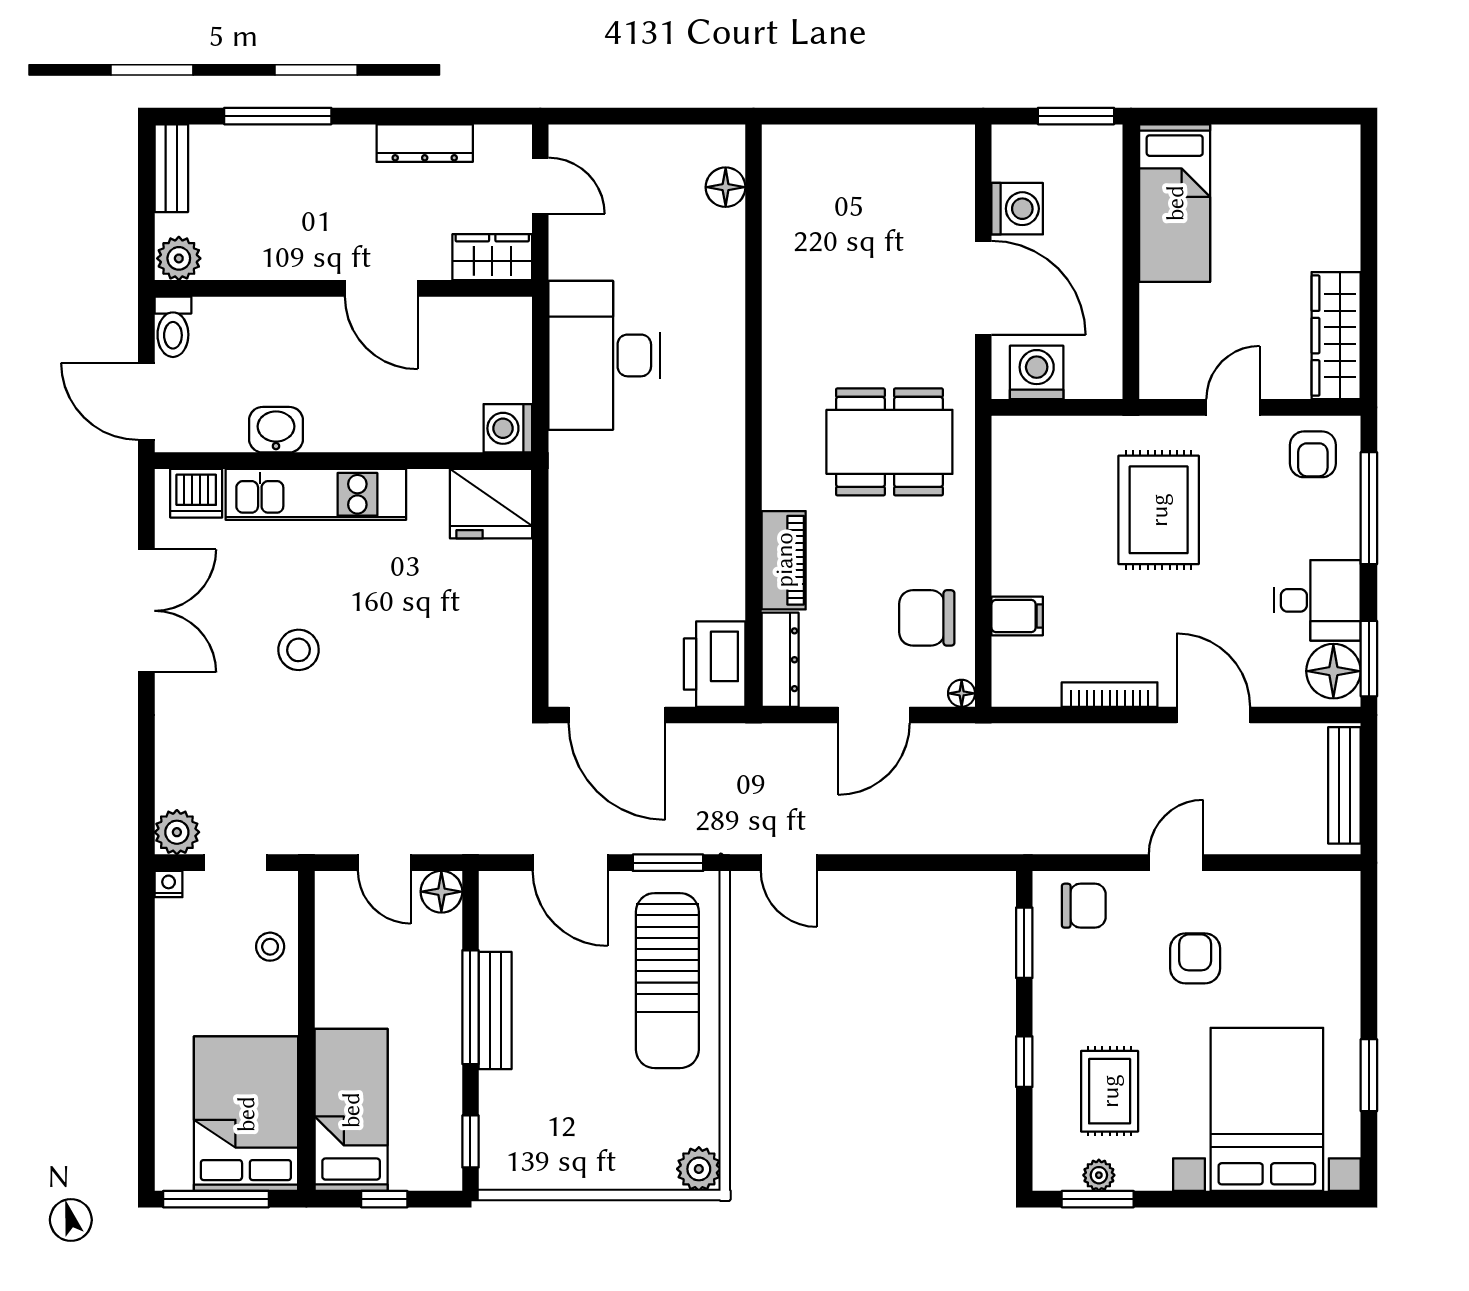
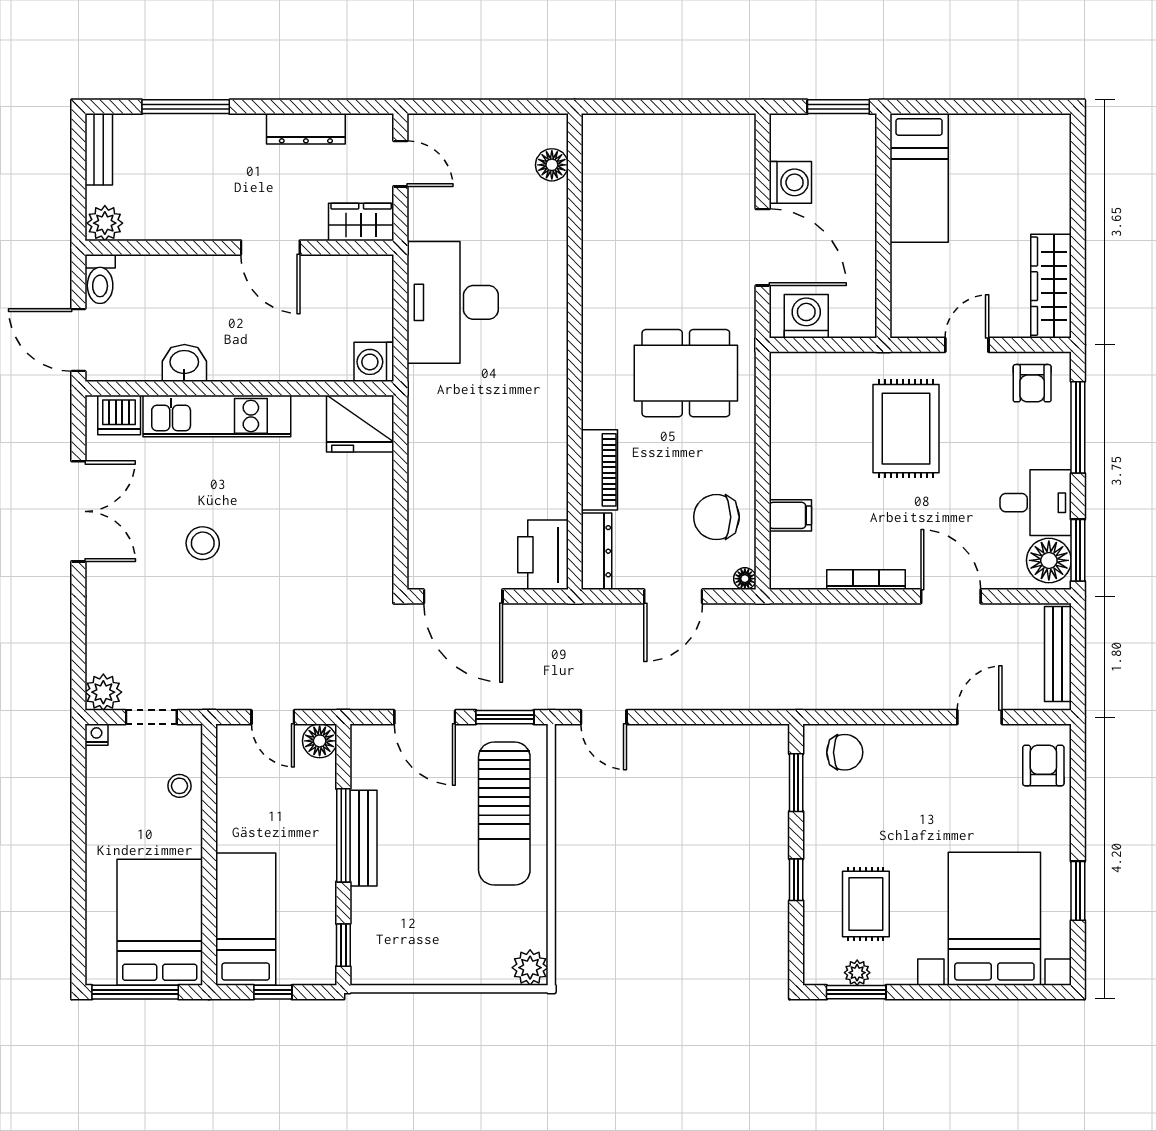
door: (1176, 863) -> (980, 717), moved
armchair: (1195, 958) -> (1043, 766), moved

